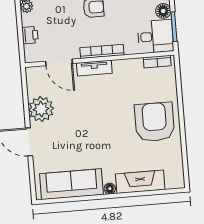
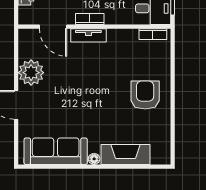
bookcase: (102, 51) -> (90, 19), width x0.64
armchair: (155, 122) -> (145, 95), width x0.73, depth x0.73

